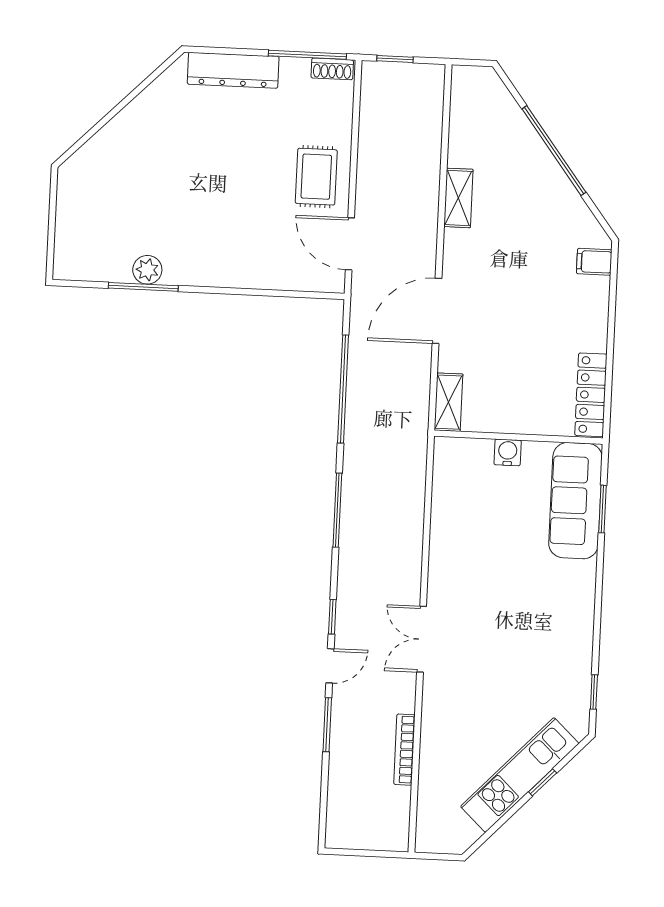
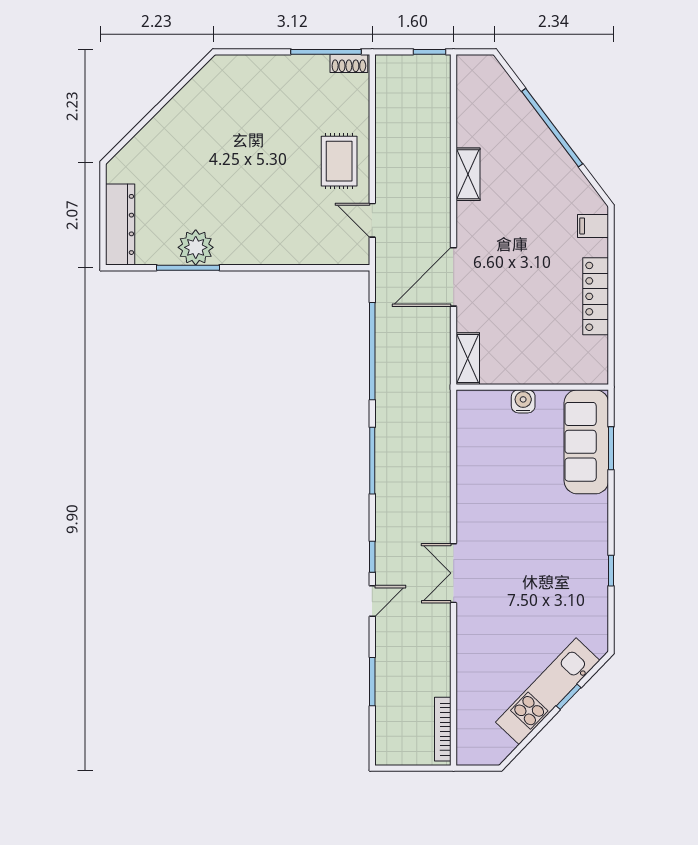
window: (395, 59) -> (430, 52), moved
dresser: (233, 70) -> (120, 224), moved, turned -90
door: (350, 244) -> (372, 220), width x0.73
plant: (147, 270) -> (196, 247), width x1.36, depth x1.36
locker: (591, 395) -> (596, 296), moved
window: (594, 692) -> (611, 571), moved
window: (327, 725) -> (372, 682), moved
bookcase: (404, 750) -> (443, 729), moved

